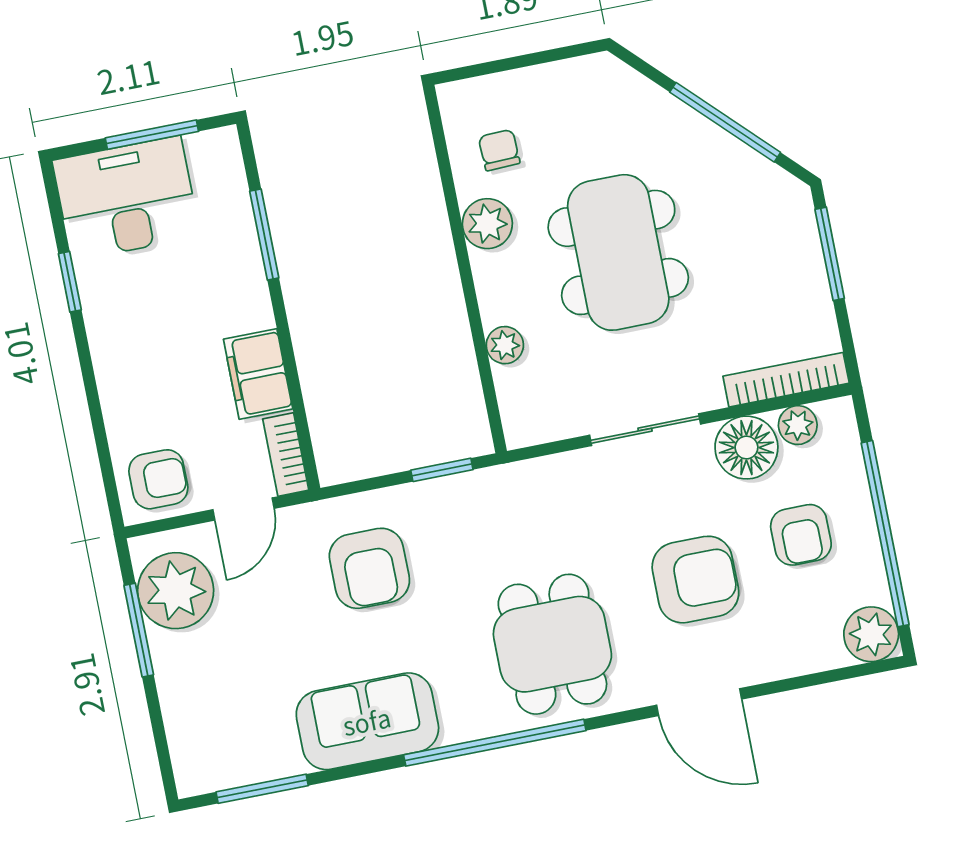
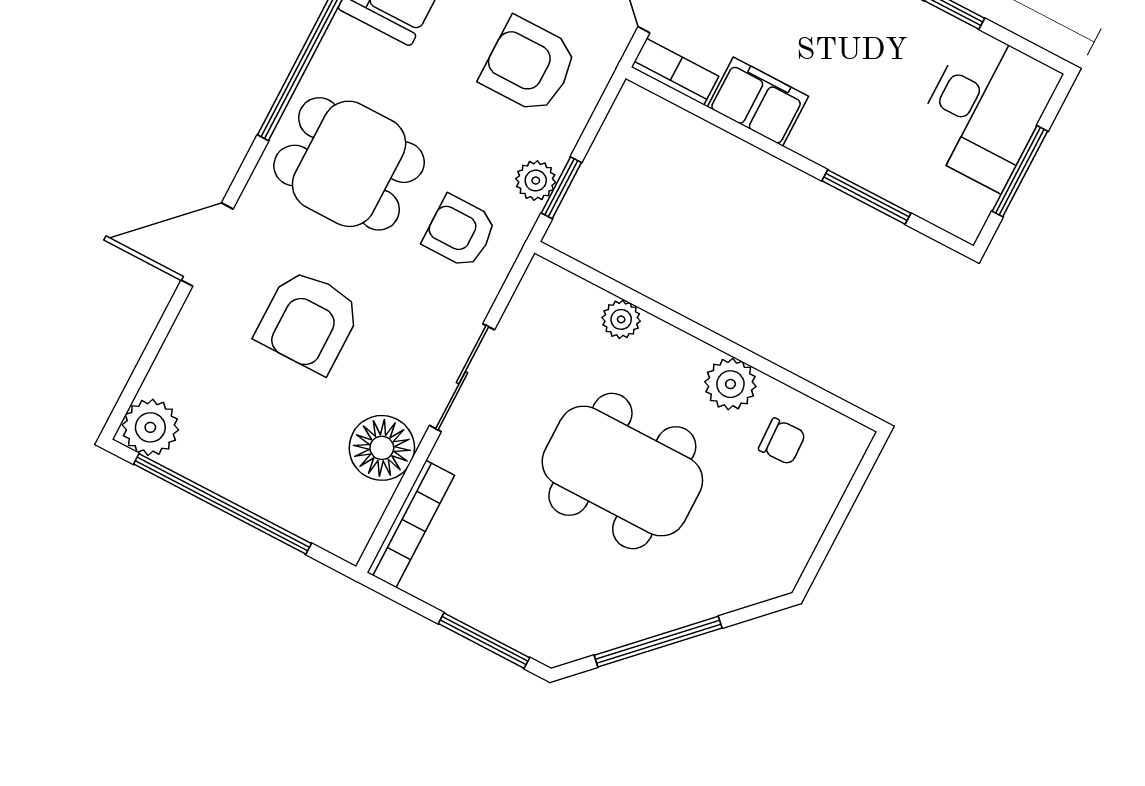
plant: (798, 425) -> (536, 181), moved
armchair: (801, 535) -> (460, 232), moved

